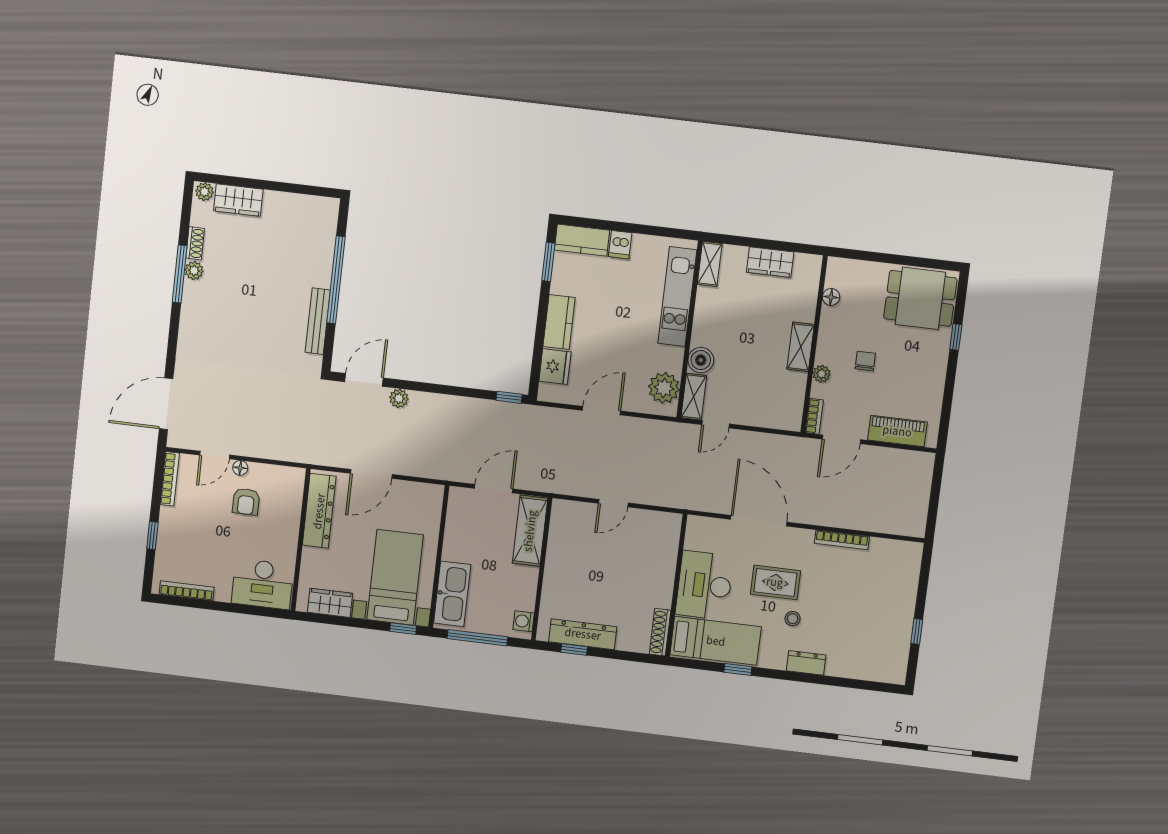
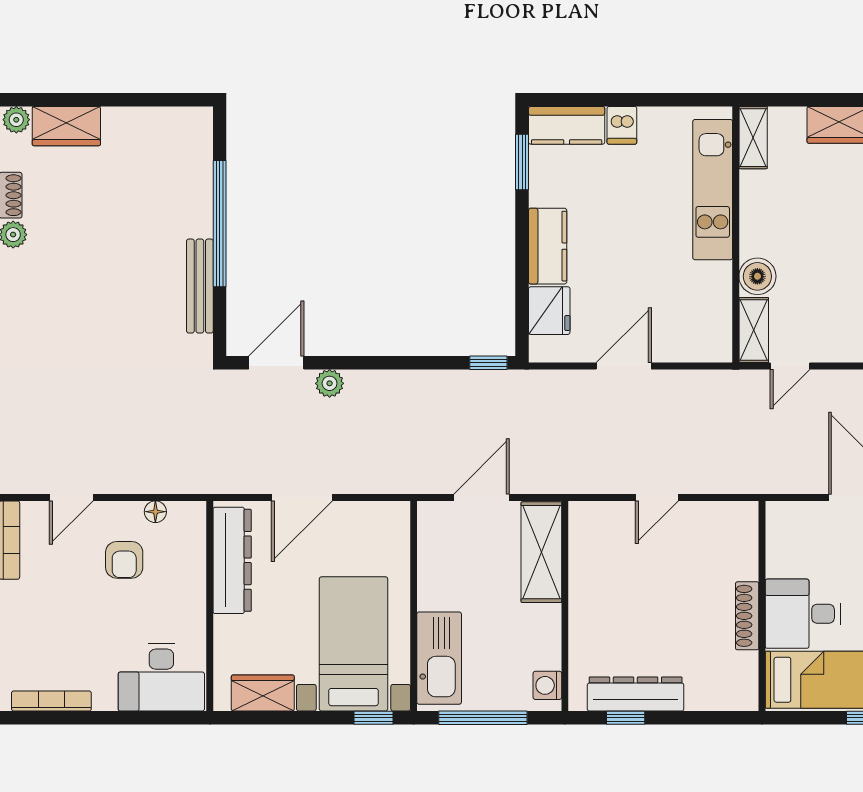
plant: (664, 388) -> (709, 323), removed
floor lamp: (240, 468) -> (155, 512), moved
desk: (704, 585) -> (803, 614), width x0.73
shoe rack: (660, 632) -> (747, 616), moved

